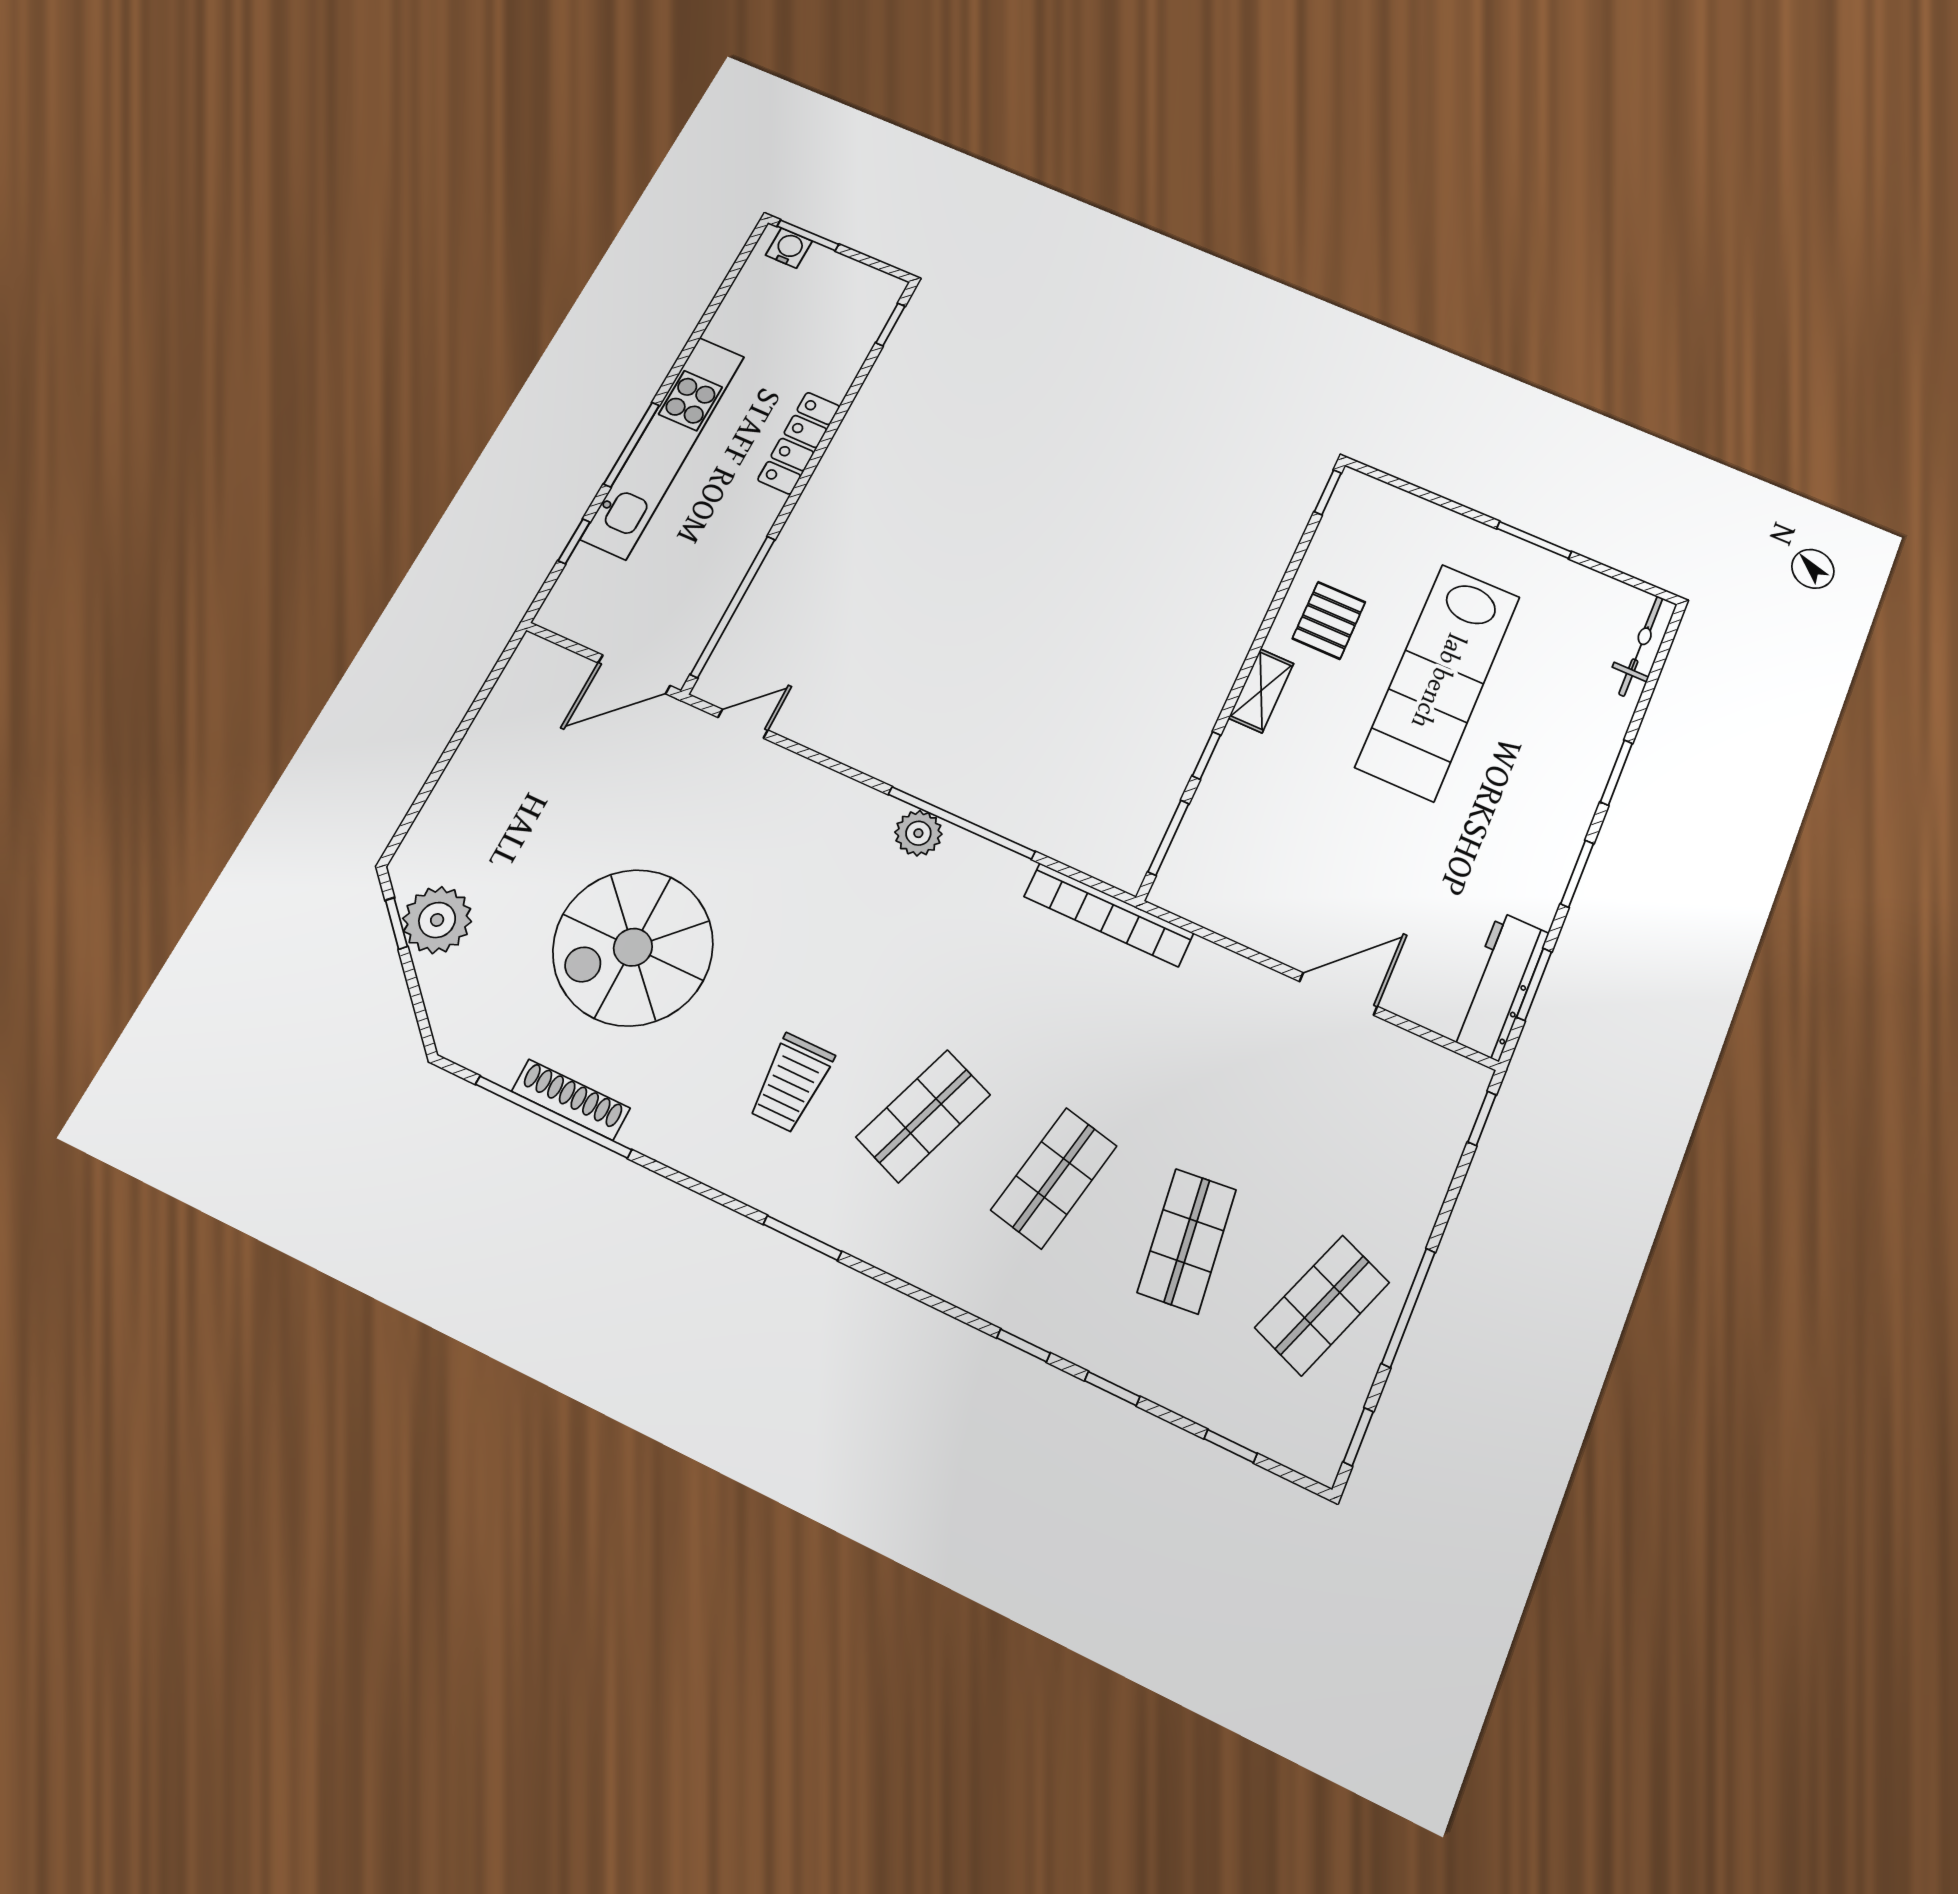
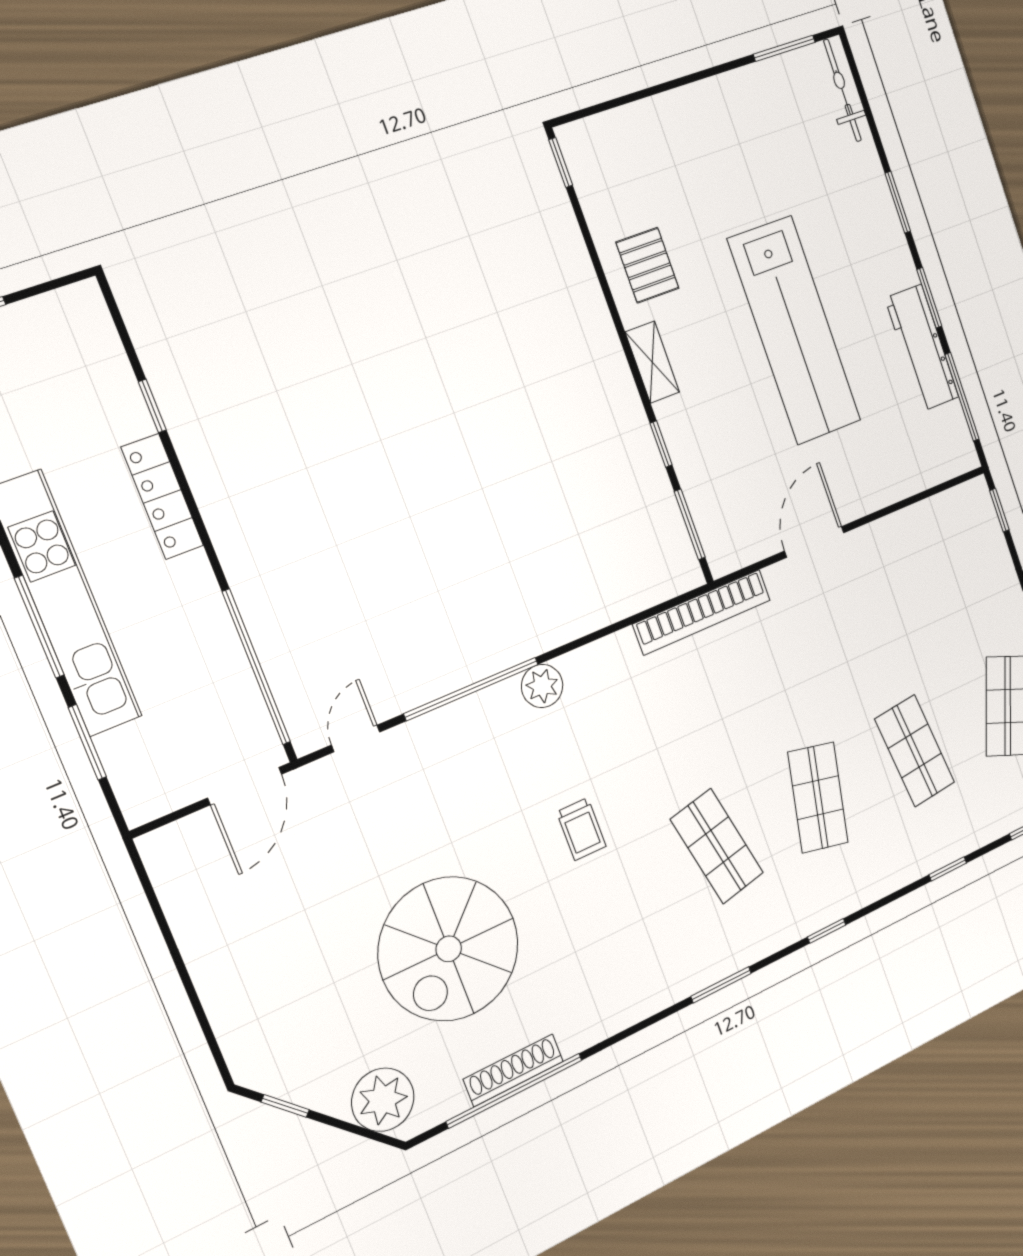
window: (890, 325) -> (152, 406), moved
window: (1534, 540) -> (784, 48), moved
window: (574, 541) -> (87, 742), width x1.50
lab bench: (1438, 681) -> (795, 331), moved
window: (961, 823) -> (472, 689), moved
plant: (437, 920) -> (383, 1100), moved
window: (1534, 984) -> (962, 397), width x1.44
workbench: (1499, 986) -> (922, 348), moved
door: (1338, 994) -> (814, 542), moved
trolley: (791, 1083) -> (581, 829), moved, width x0.73, depth x0.72
shop shelf: (923, 1116) -> (717, 846), turned -33
window: (1023, 1345) -> (827, 931), moved

